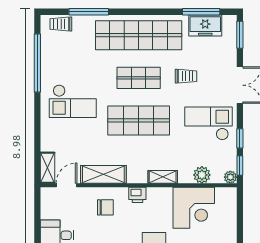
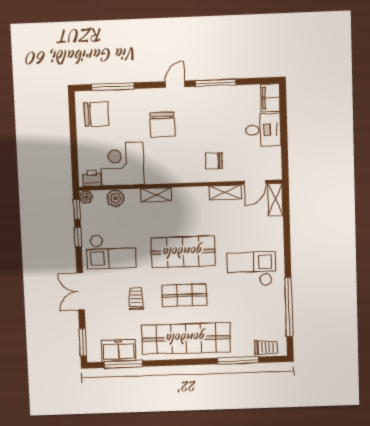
trolley: (186, 76) -> (136, 299), turned 90
shelving: (103, 174) -> (225, 192), width x0.67, depth x0.75
printer: (137, 195) -> (92, 178), moved

